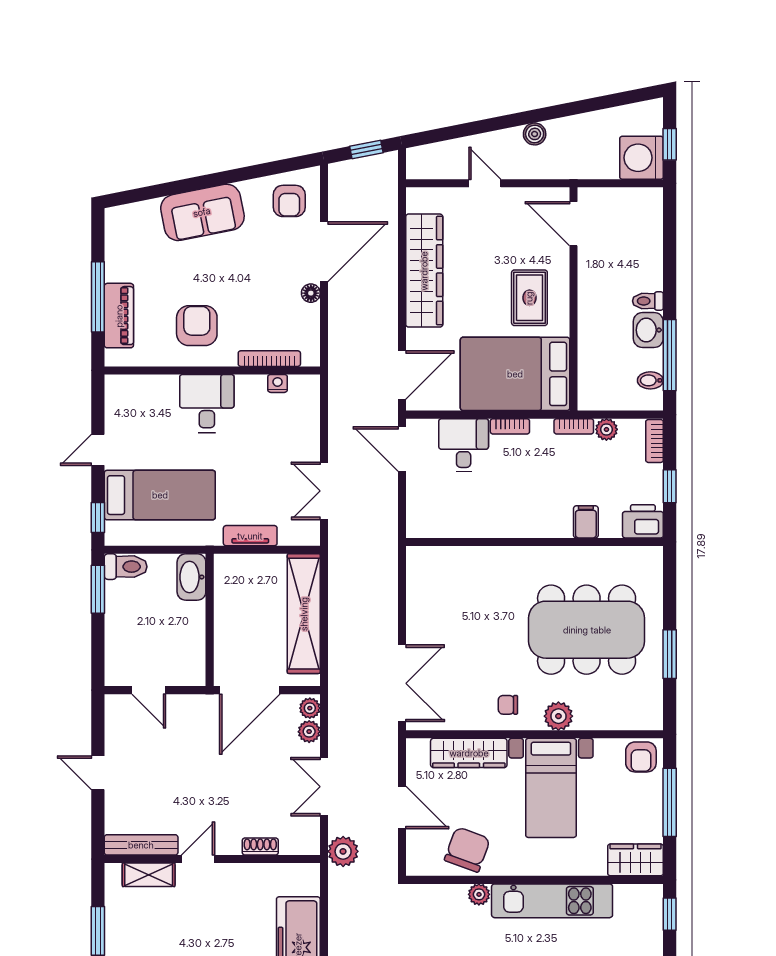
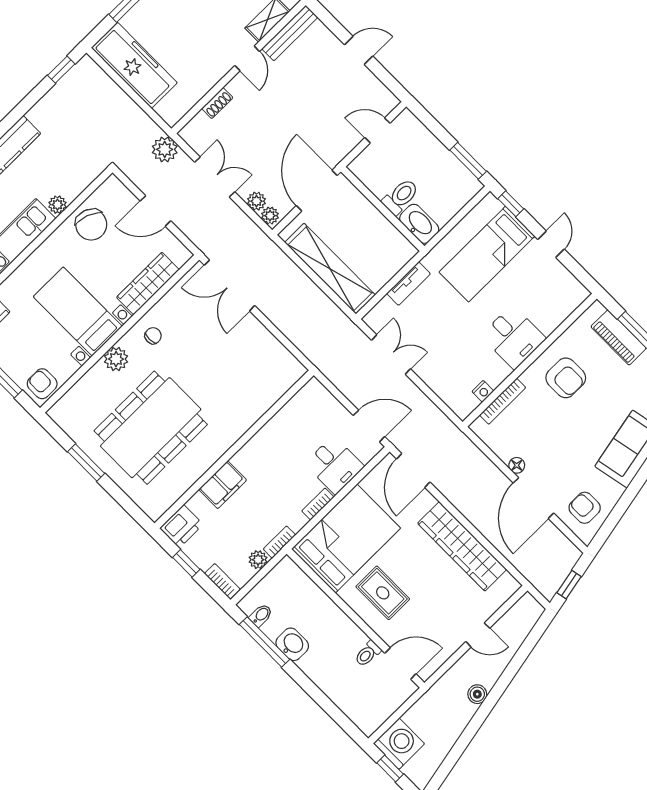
toilet: (648, 301) -> (368, 654), moved, turned 180
filing cabinet: (586, 522) -> (223, 485), width x2.00
toilet: (126, 567) -> (401, 197), moved, turned 180

